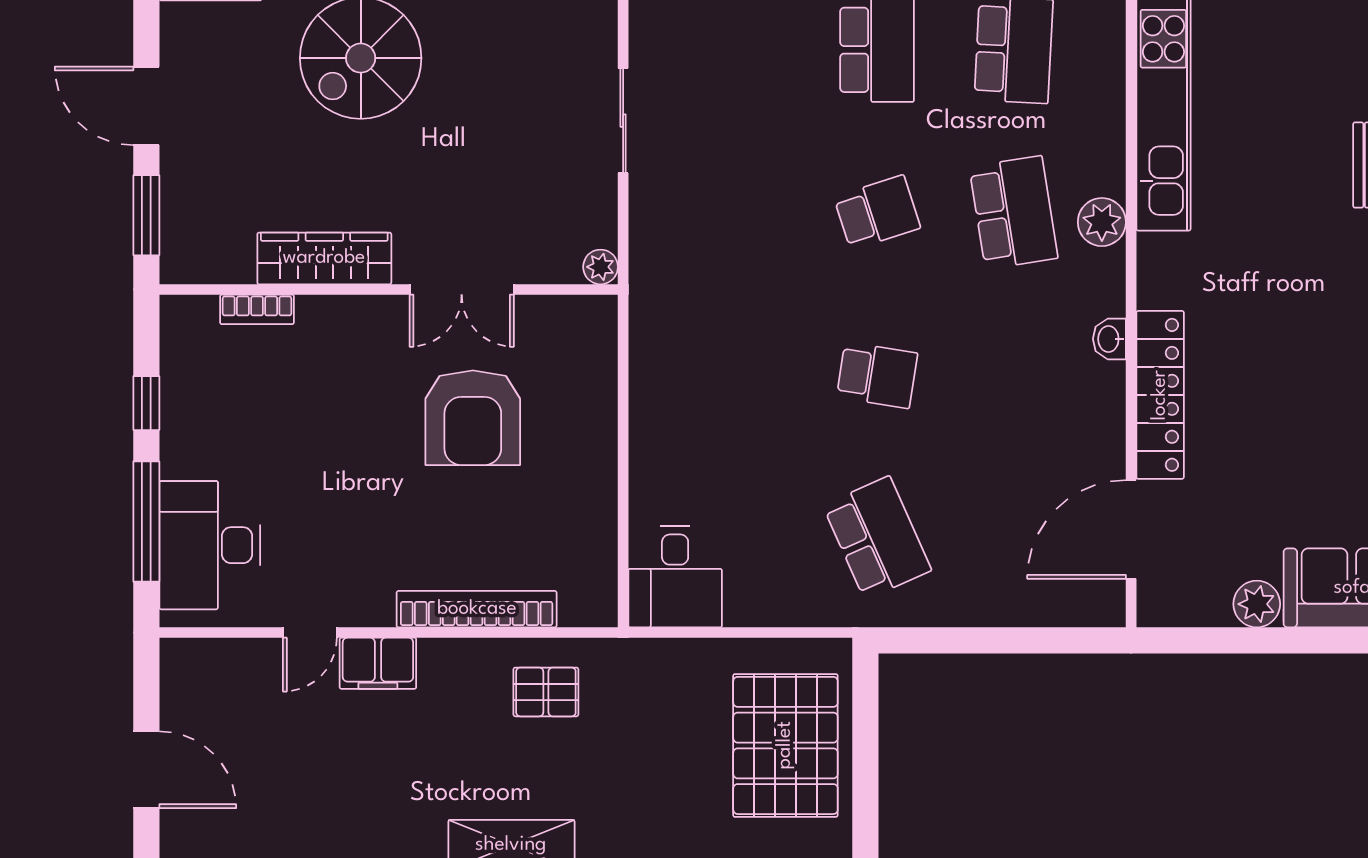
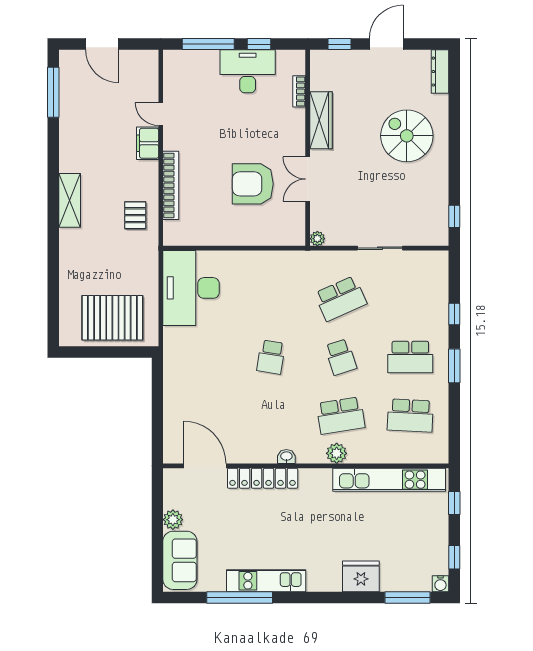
window: (146, 215) -> (339, 44), width x0.67
school desk: (877, 538) -> (341, 299), moved
desk: (210, 545) -> (248, 71), moved
desk: (675, 577) -> (191, 288), width x1.87, depth x1.30
door: (146, 770) -> (102, 44), hinge flipped

